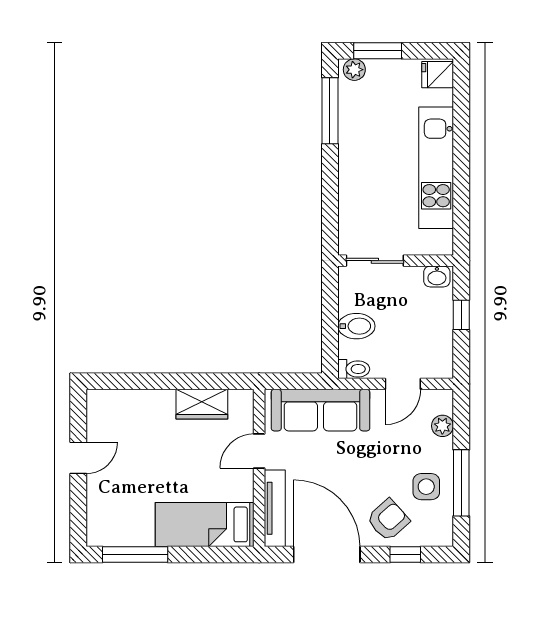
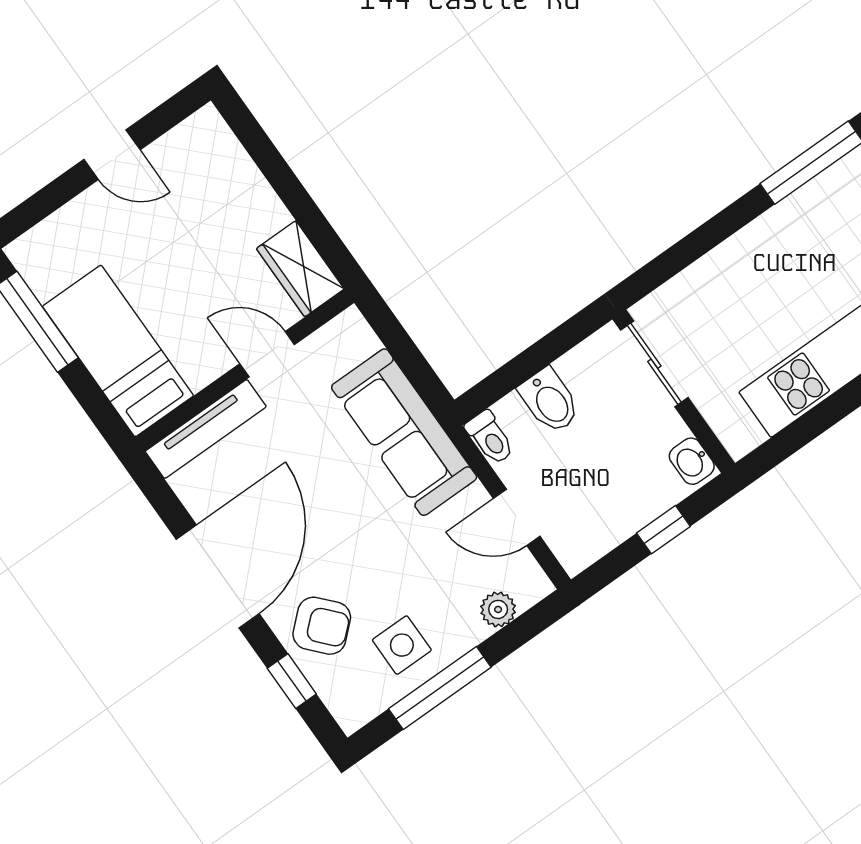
door: (259, 451) -> (267, 354), moved
wall: (259, 468) -> (245, 370), moved
tv unit: (275, 508) -> (206, 429), moved
bed: (205, 524) -> (118, 351), moved

